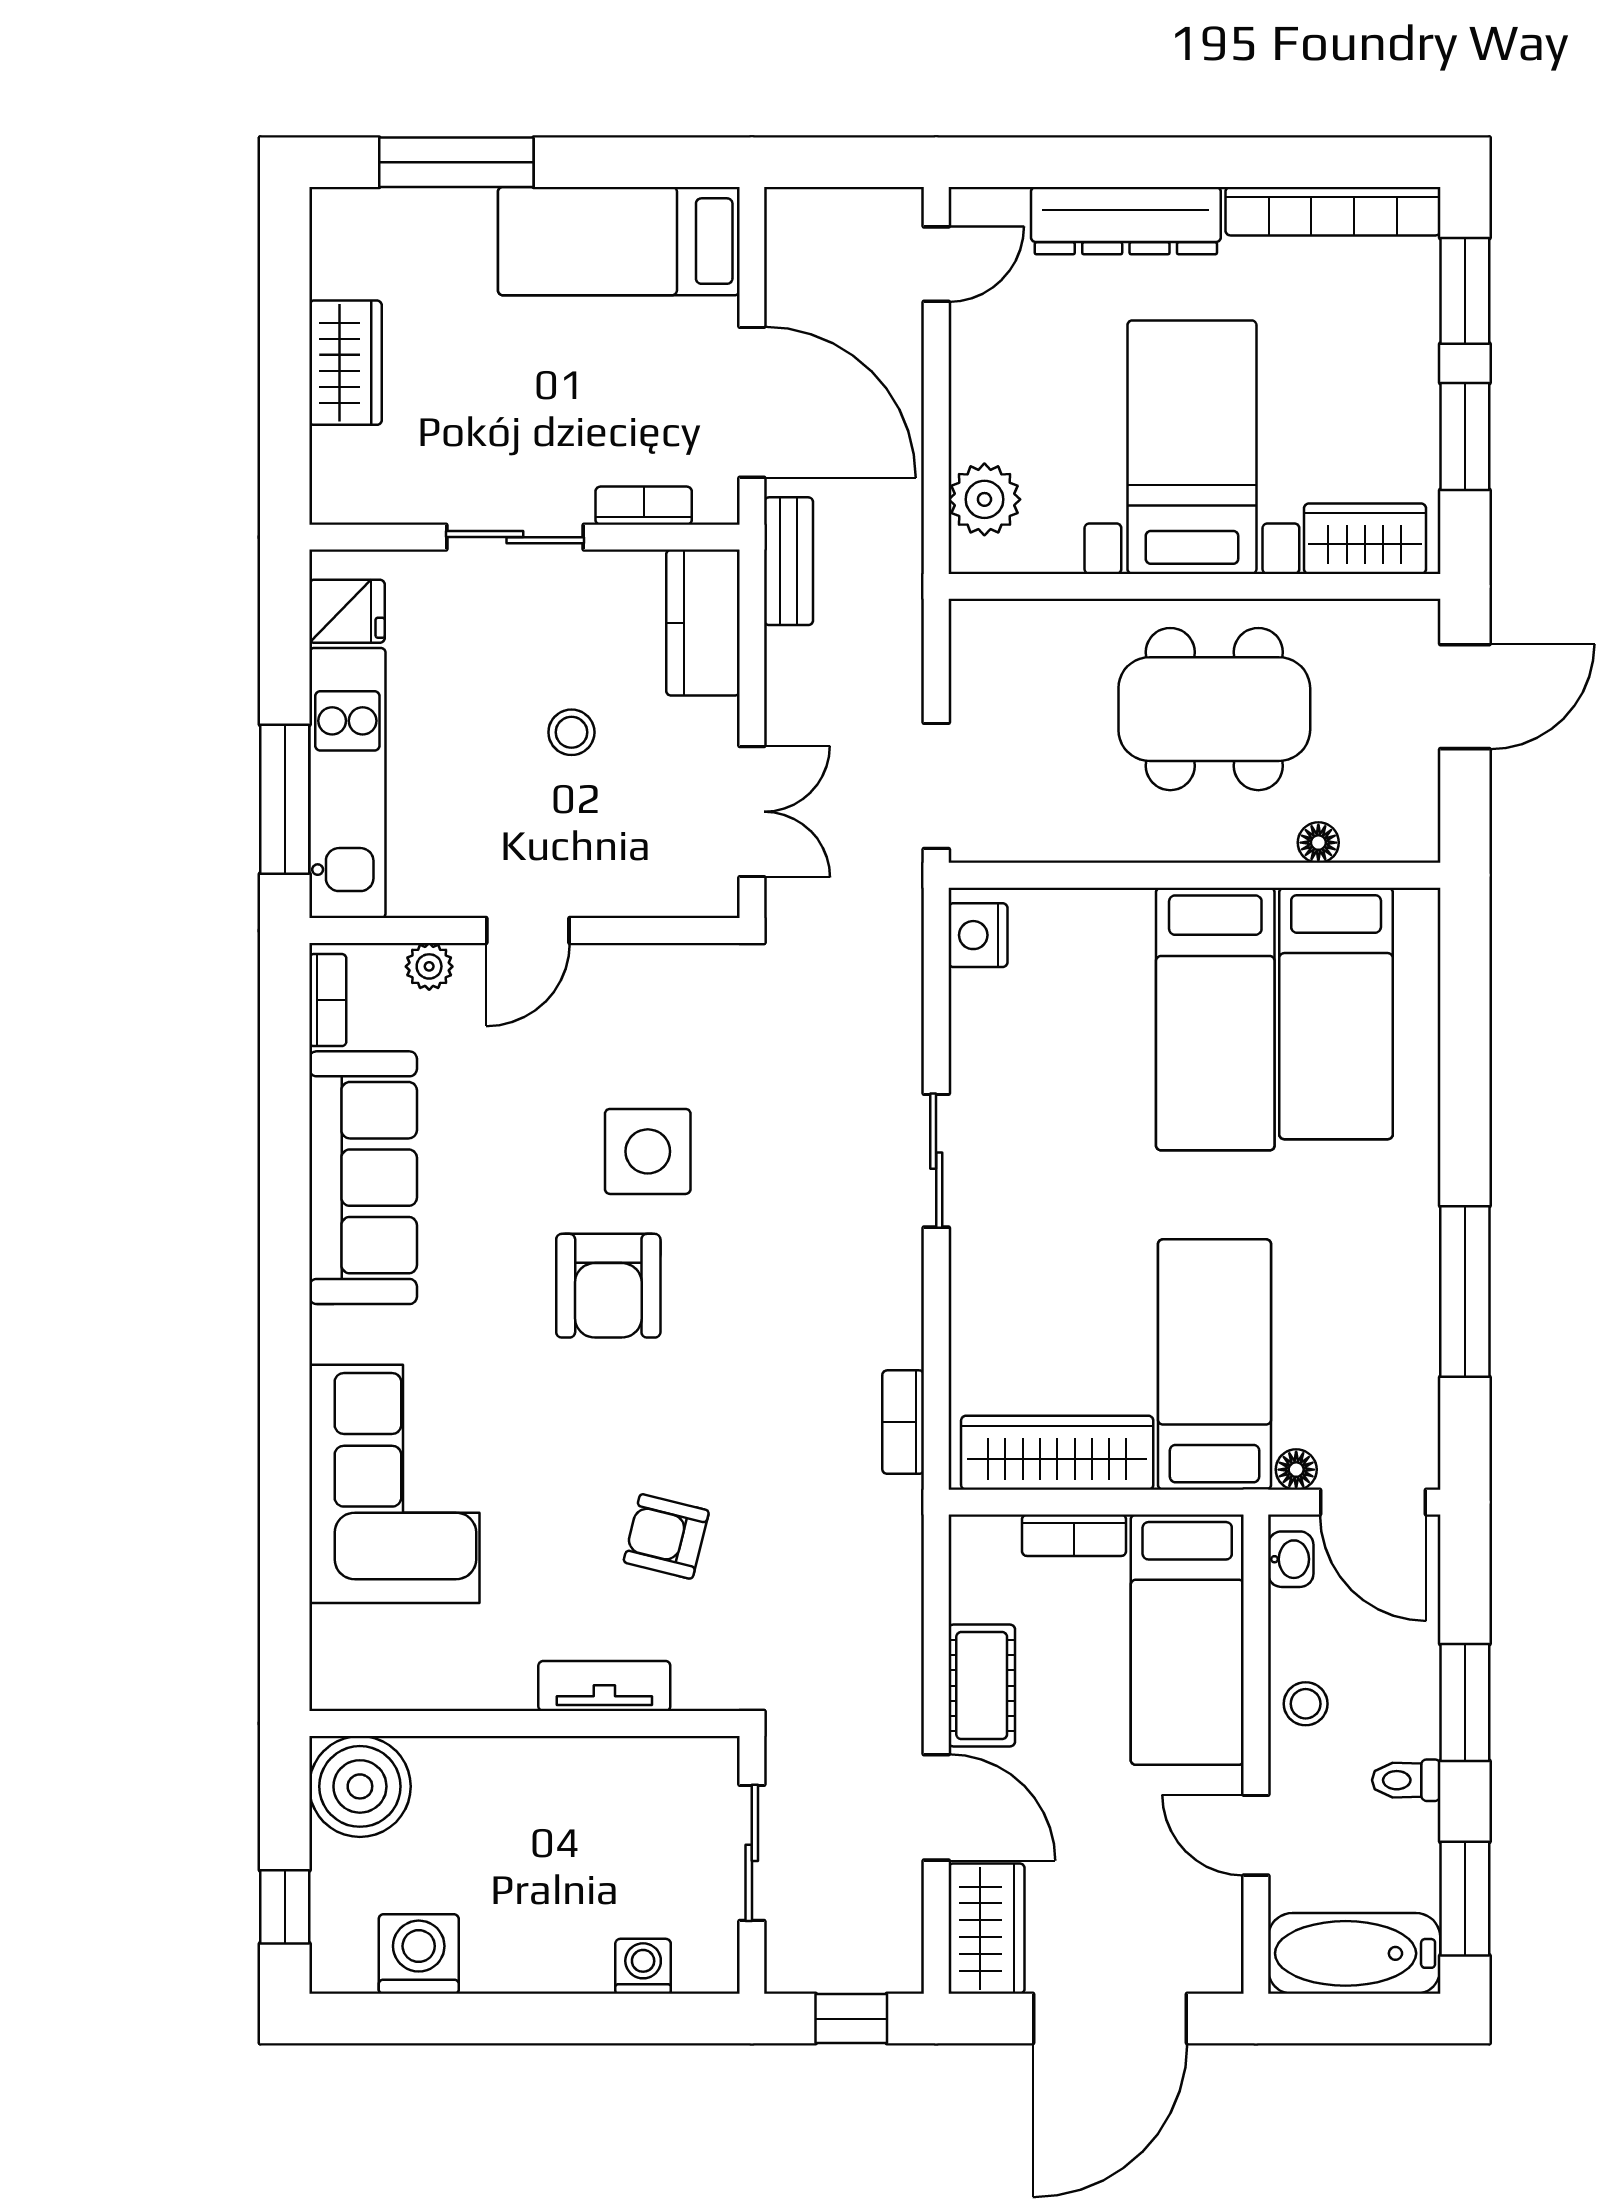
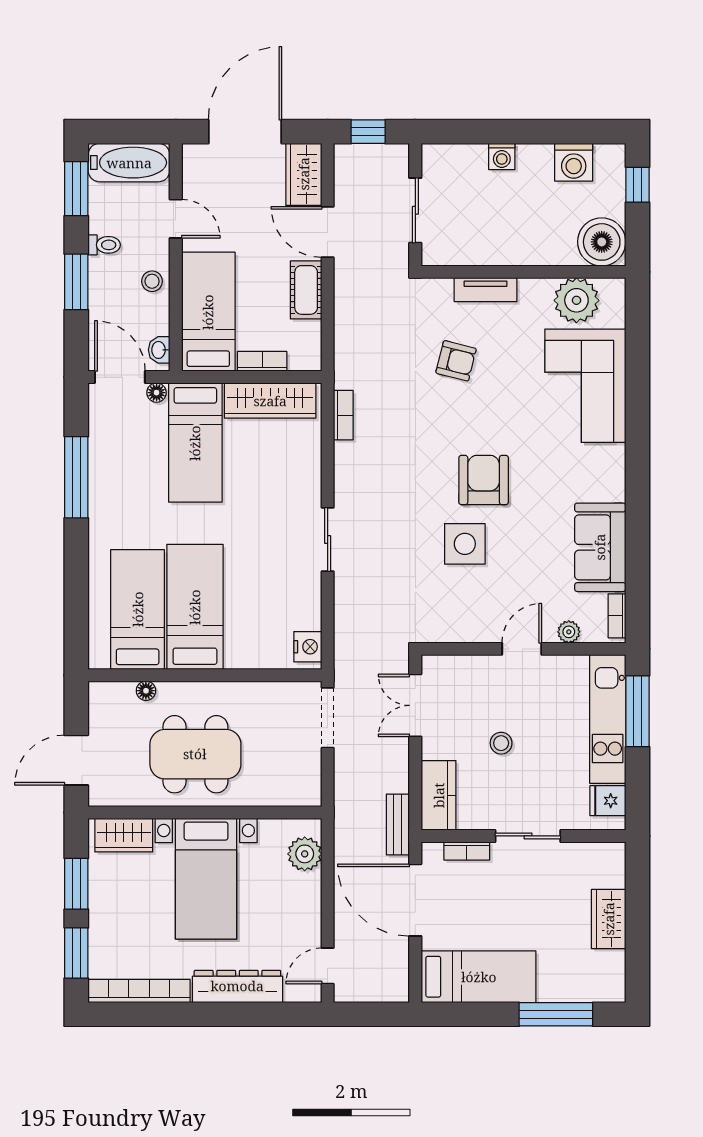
sofa: (363, 1178) -> (600, 547), width x0.73
plant: (413, 1664) -> (576, 300), added
washing machine: (643, 1966) -> (502, 156), moved

